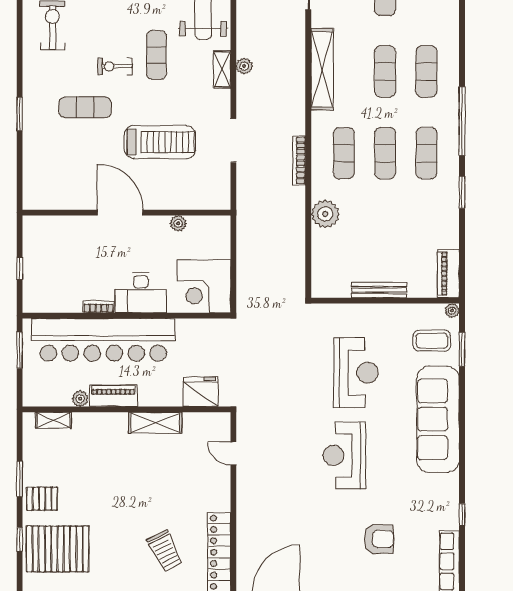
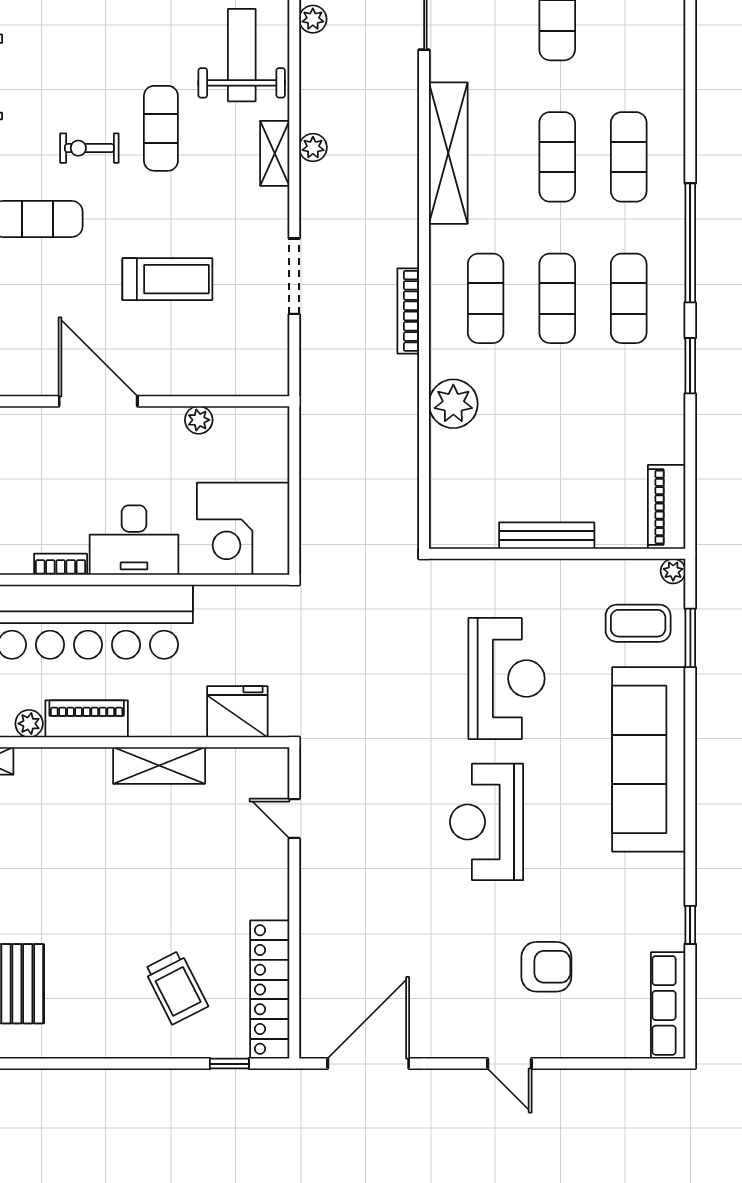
treadmill: (160, 142) -> (167, 279), width x0.73, depth x0.73

